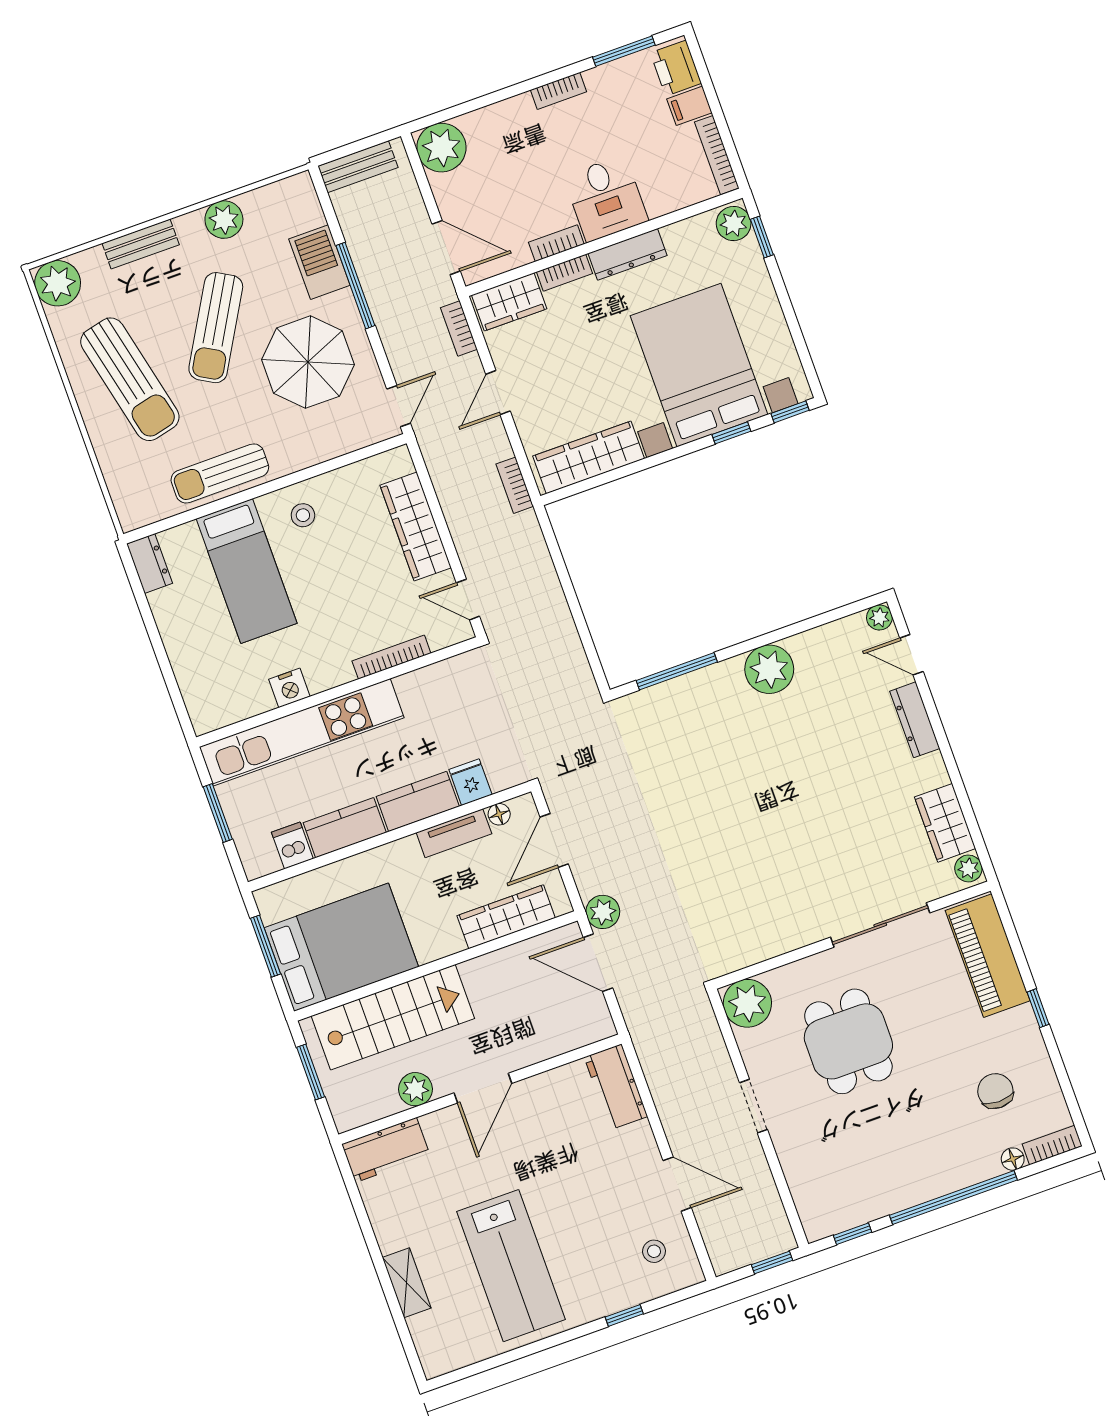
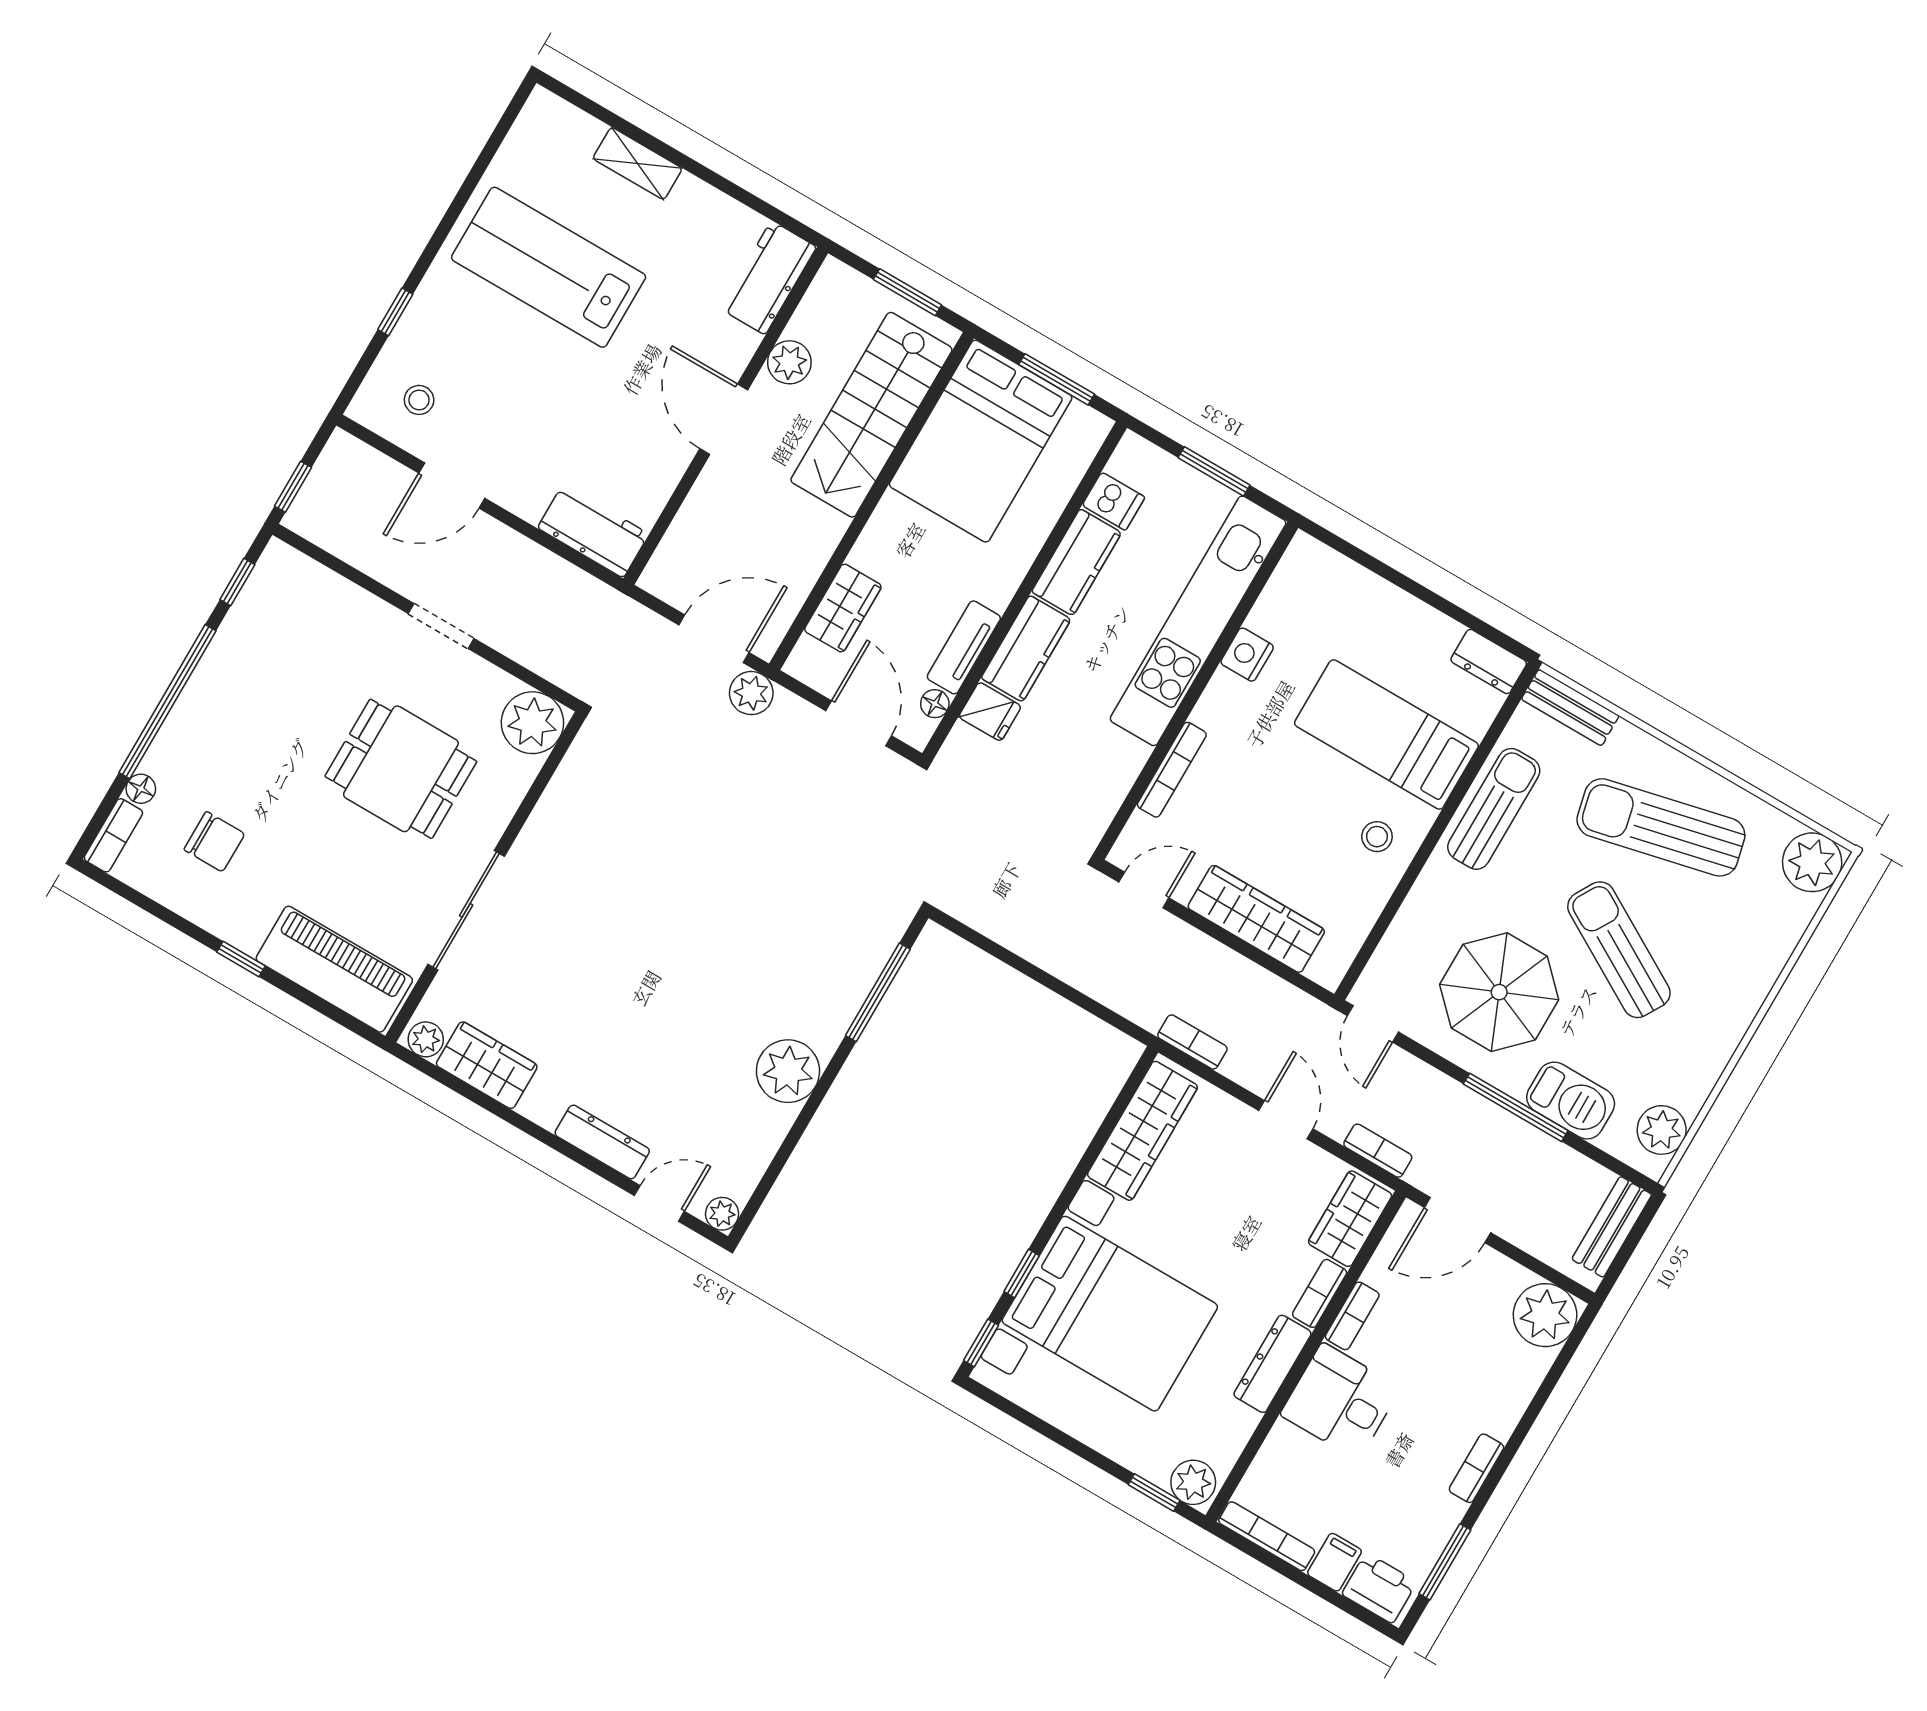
plant: (224, 220) -> (1662, 1130), moved
bench: (141, 244) -> (1570, 707), moved, turned 90
wardrobe: (506, 917) -> (843, 608), width x0.67

